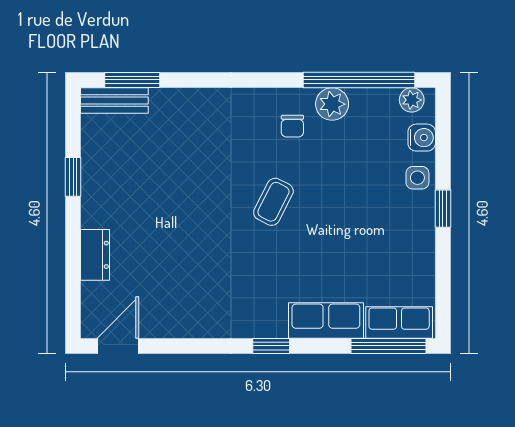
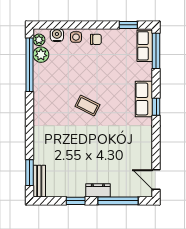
plant: (332, 104) -> (41, 55), moved
chair: (292, 126) -> (96, 39), moved
window: (443, 209) -> (128, 25), moved
dresser: (95, 255) -> (98, 190), moved
window: (73, 266) -> (118, 201), added
row of seats: (326, 320) -> (144, 99), moved

